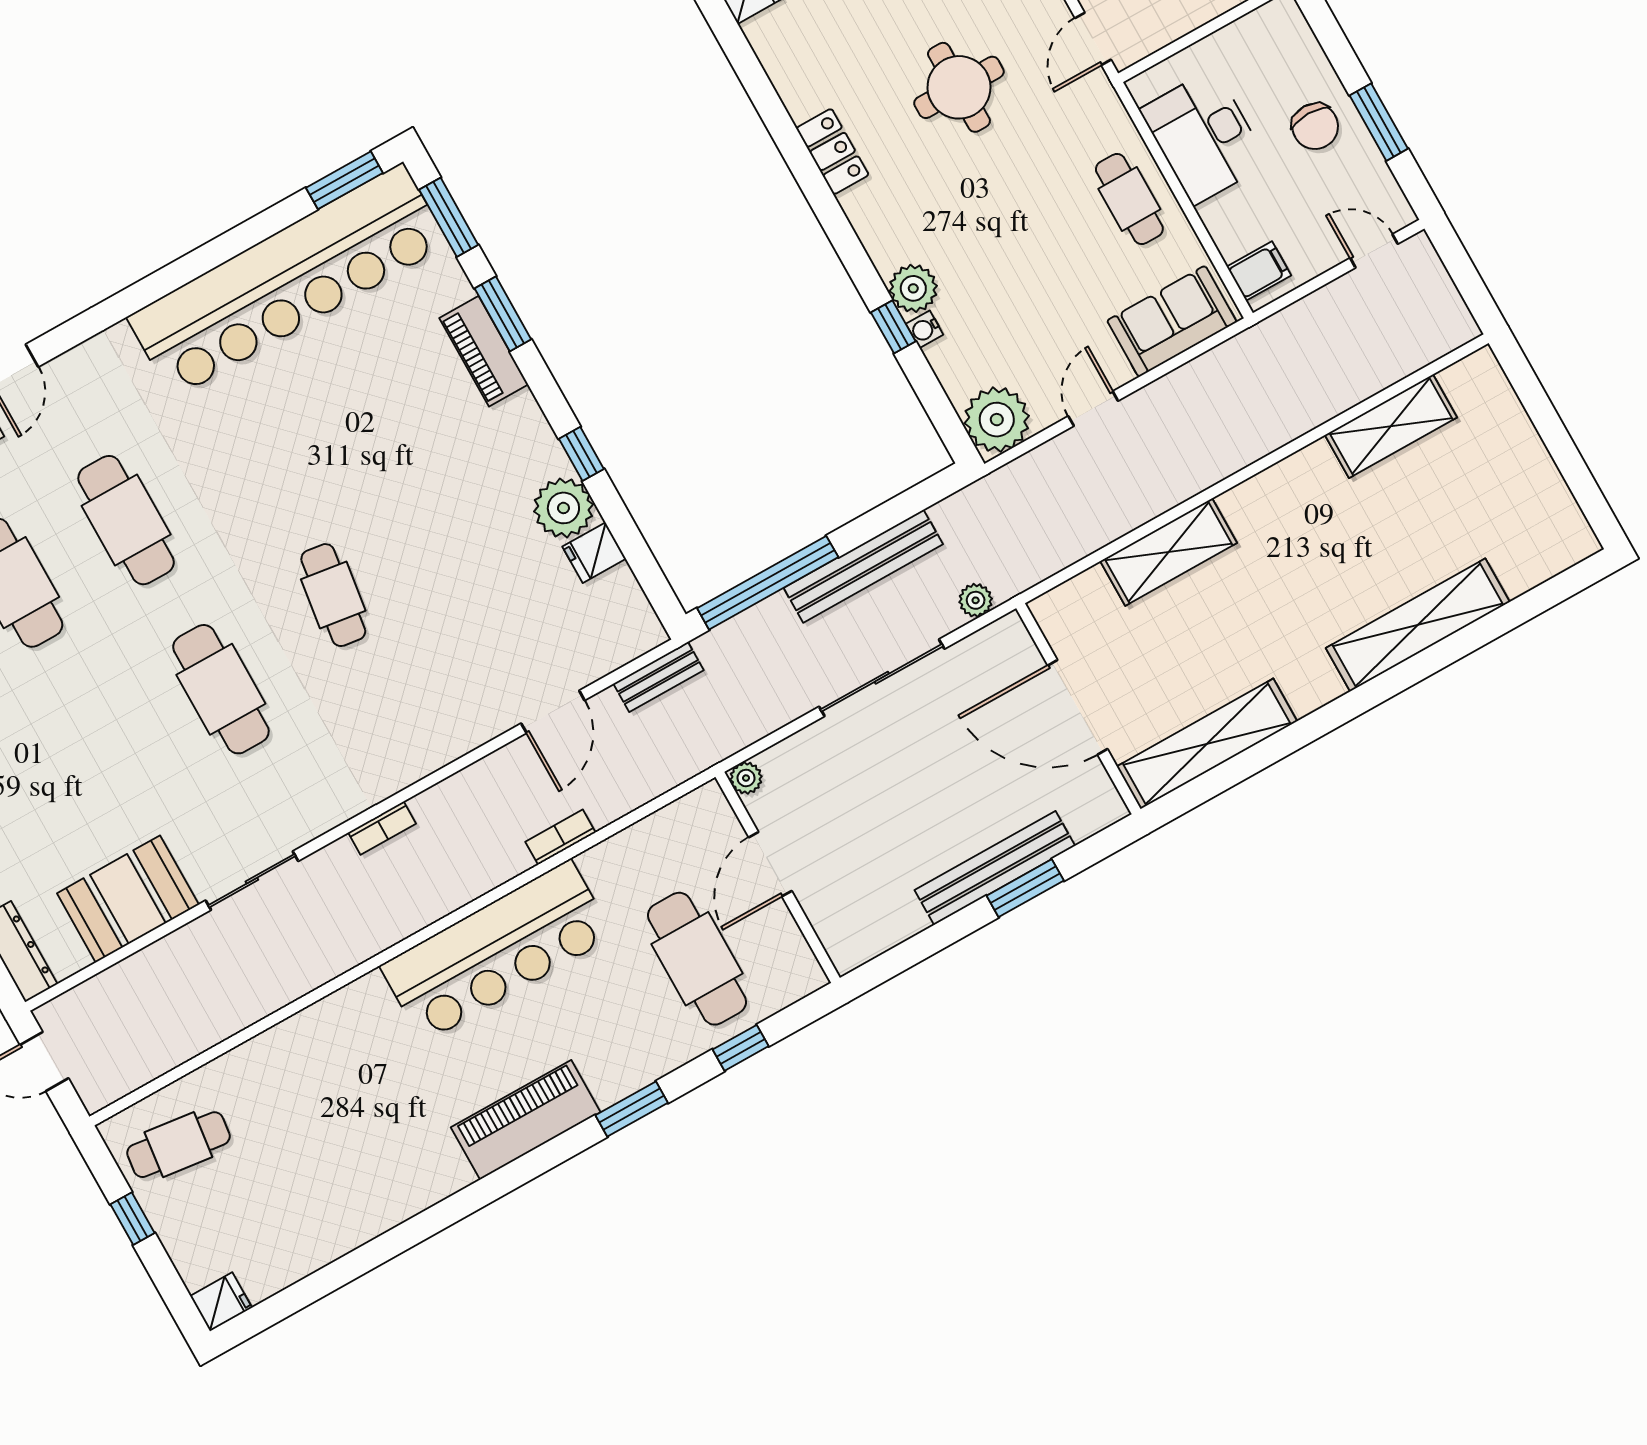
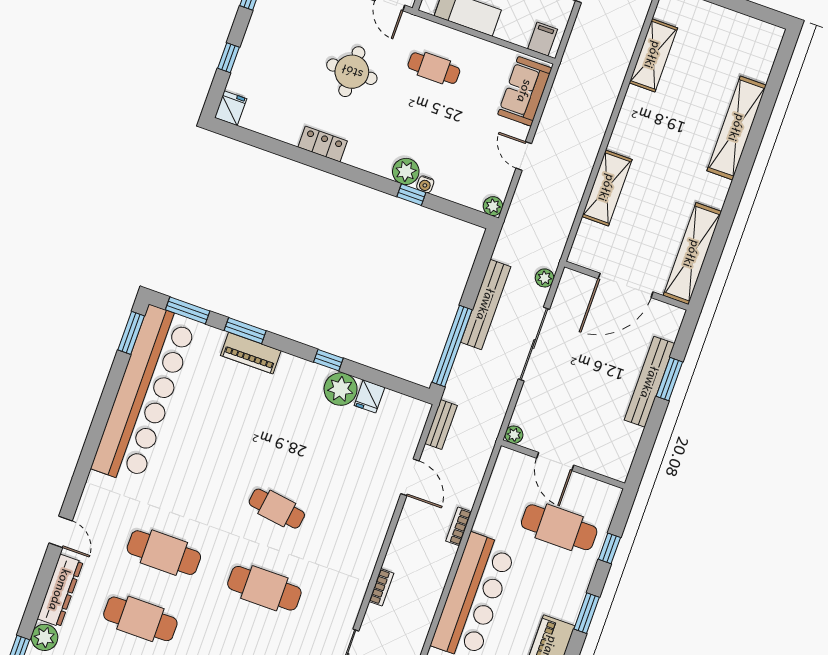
cafe table: (1129, 199) -> (434, 68), moved
plant: (997, 420) -> (493, 206), width x0.53, depth x0.53

